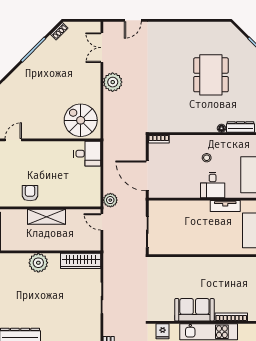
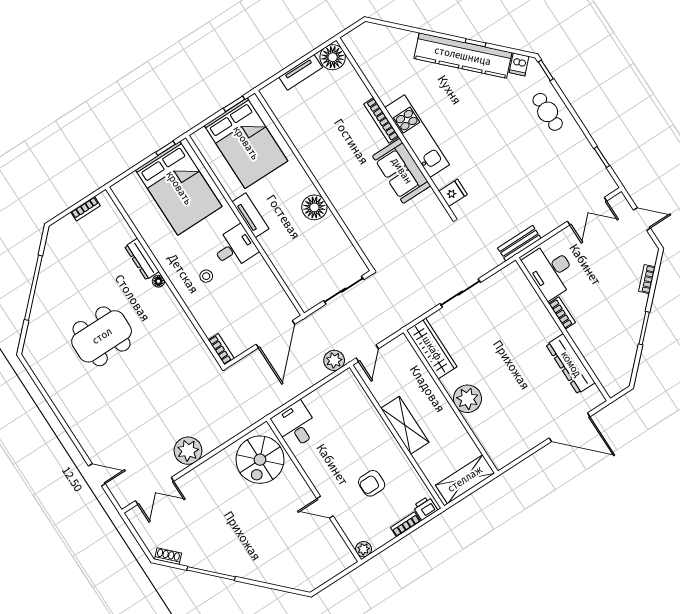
door: (13, 140) -> (325, 507), moved
armchair: (30, 193) -> (372, 483), moved
floor lamp: (206, 246) -> (314, 207), added

